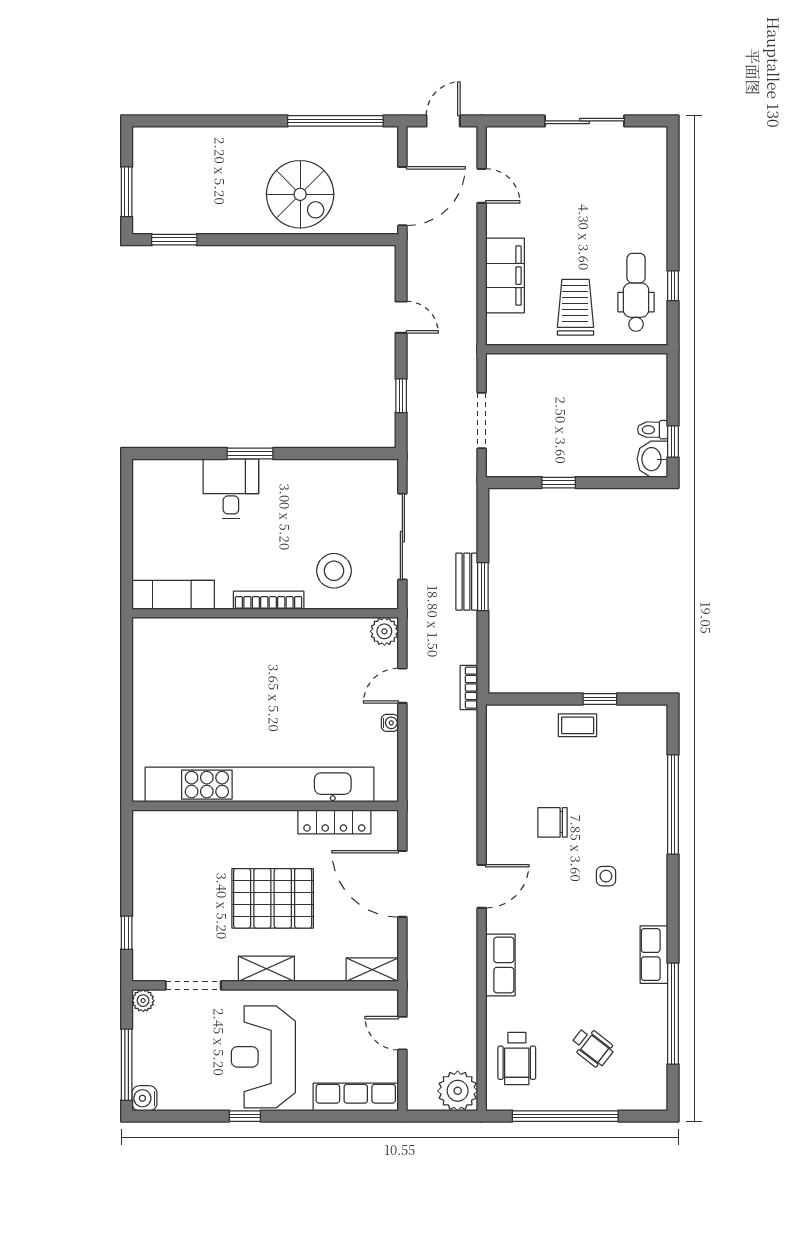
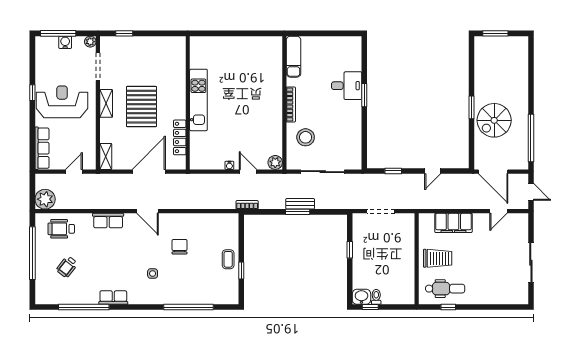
window: (174, 240) -> (471, 107), moved
kitchen unit: (259, 785) -> (198, 100), width x0.54
water cooler: (144, 1098) -> (65, 42), moved

